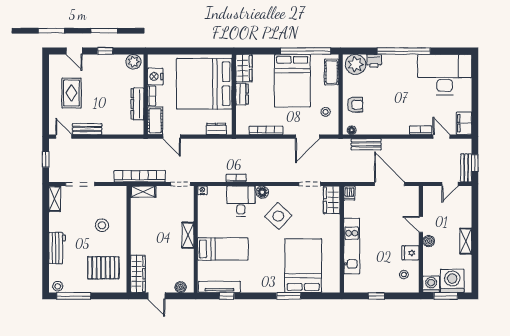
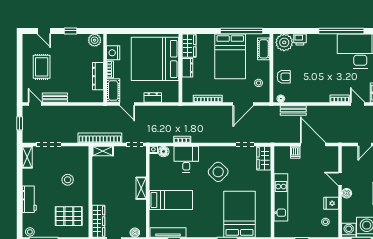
window: (404, 51) -> (341, 31), moved
dresser: (216, 129) -> (153, 98), moved
floor lamp: (262, 192) -> (164, 152), moved
dishwasher: (349, 193) -> (295, 152), moved

